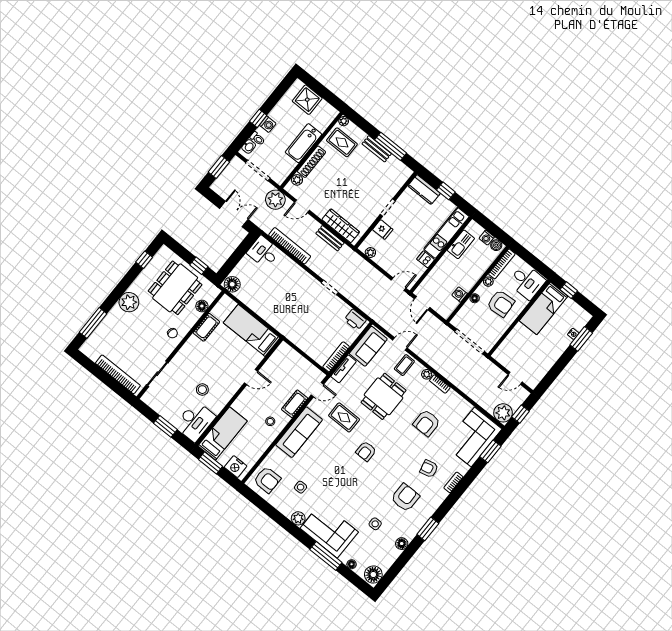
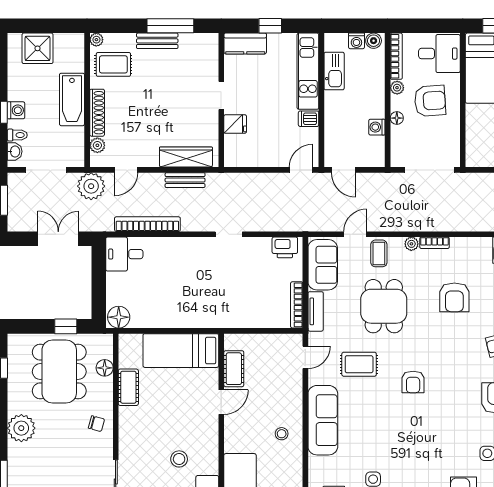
plant: (370, 253) -> (242, 160), removed
cot: (295, 404) -> (234, 369), moved

